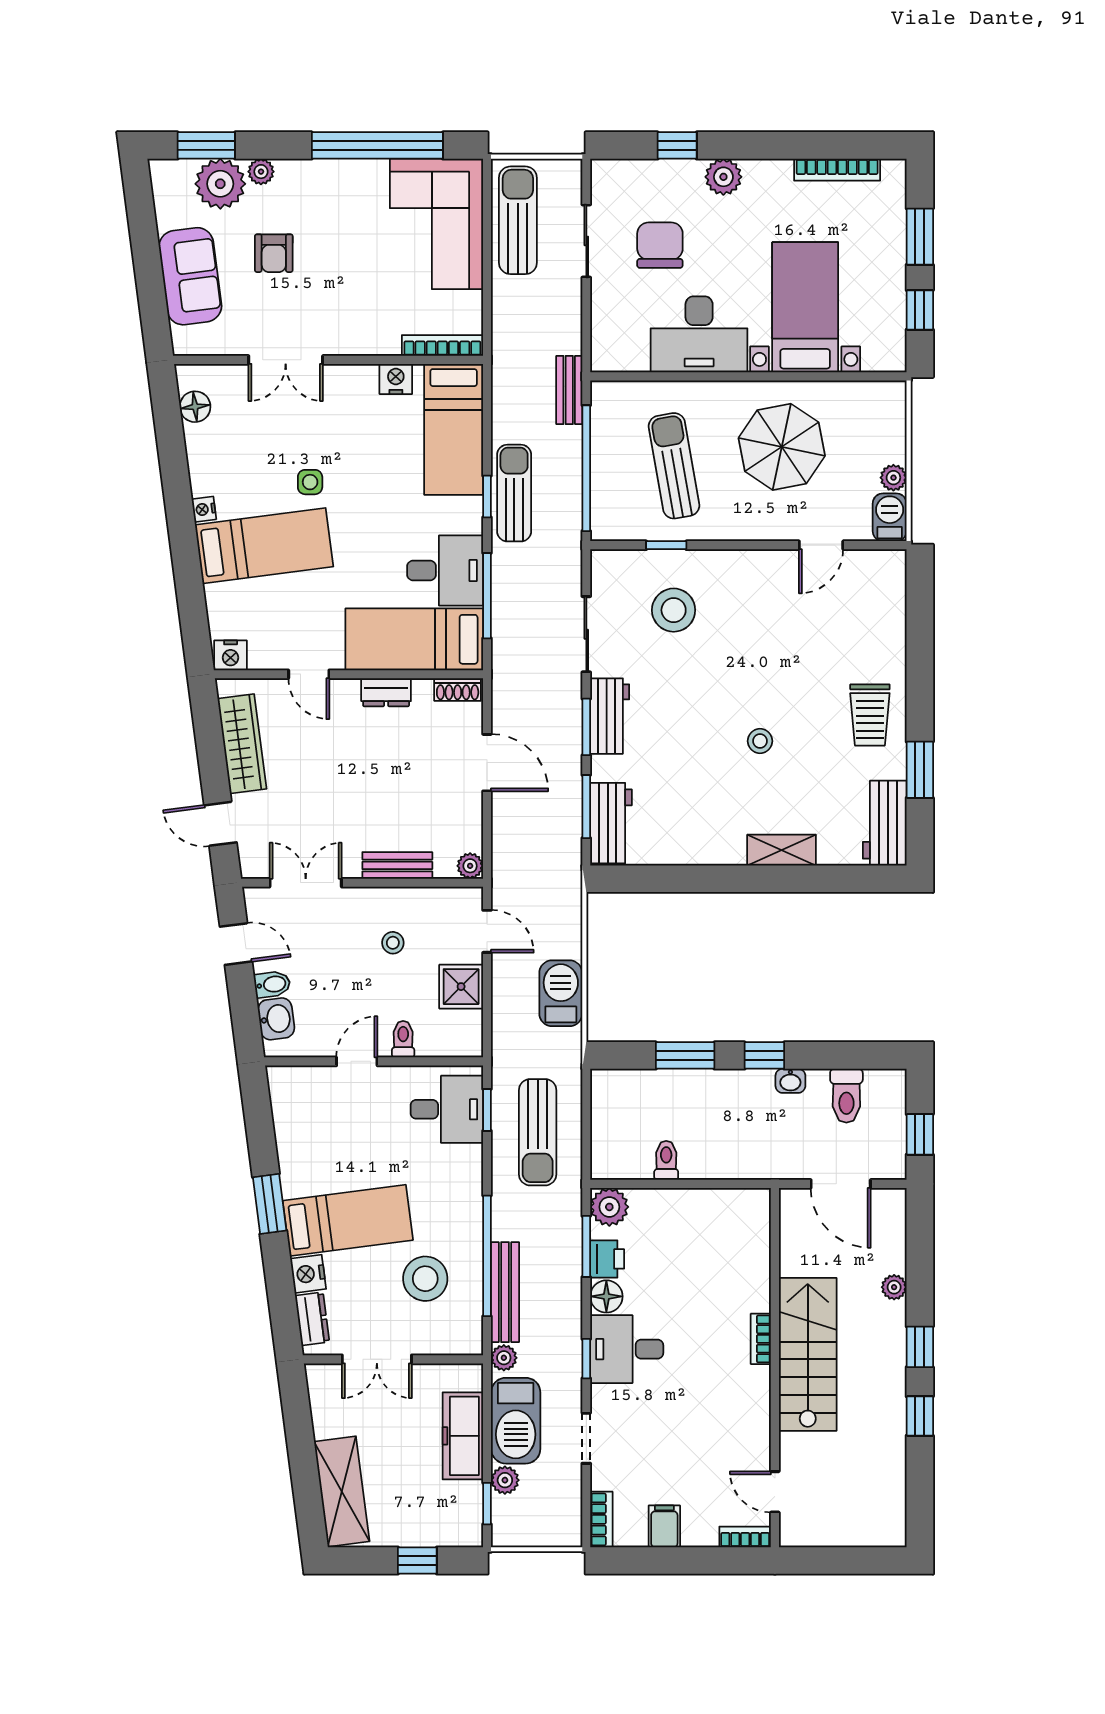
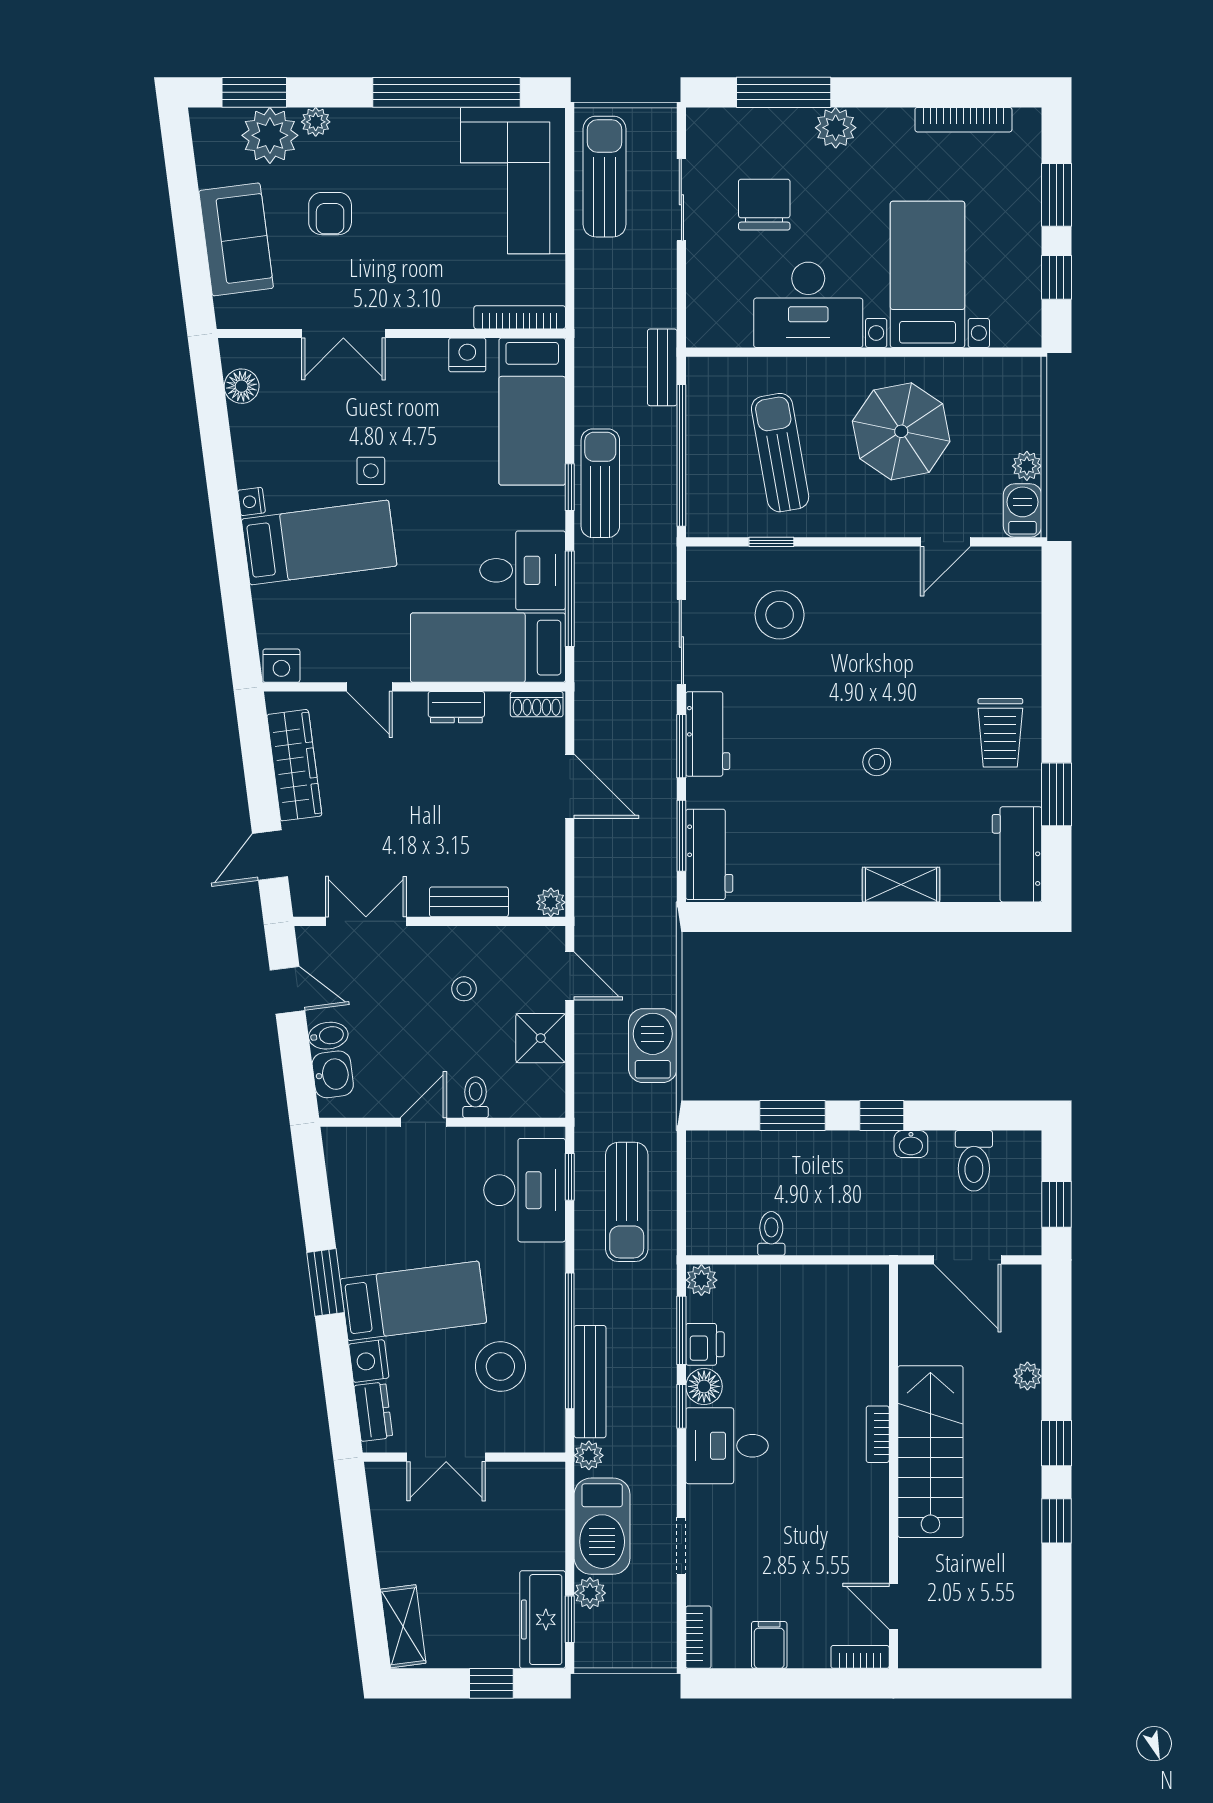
window: (677, 145) -> (784, 92), width x2.17
door: (220, 824) -> (270, 855), hinge flipped
desk: (447, 1109) -> (525, 1190), width x1.37
plant: (609, 1207) -> (701, 1280), width x0.73, depth x0.73
window: (586, 1359) -> (681, 1406), moved
freezer: (463, 1436) -> (543, 1620), moved
shelving: (342, 1491) -> (403, 1626), width x0.67, depth x0.75

